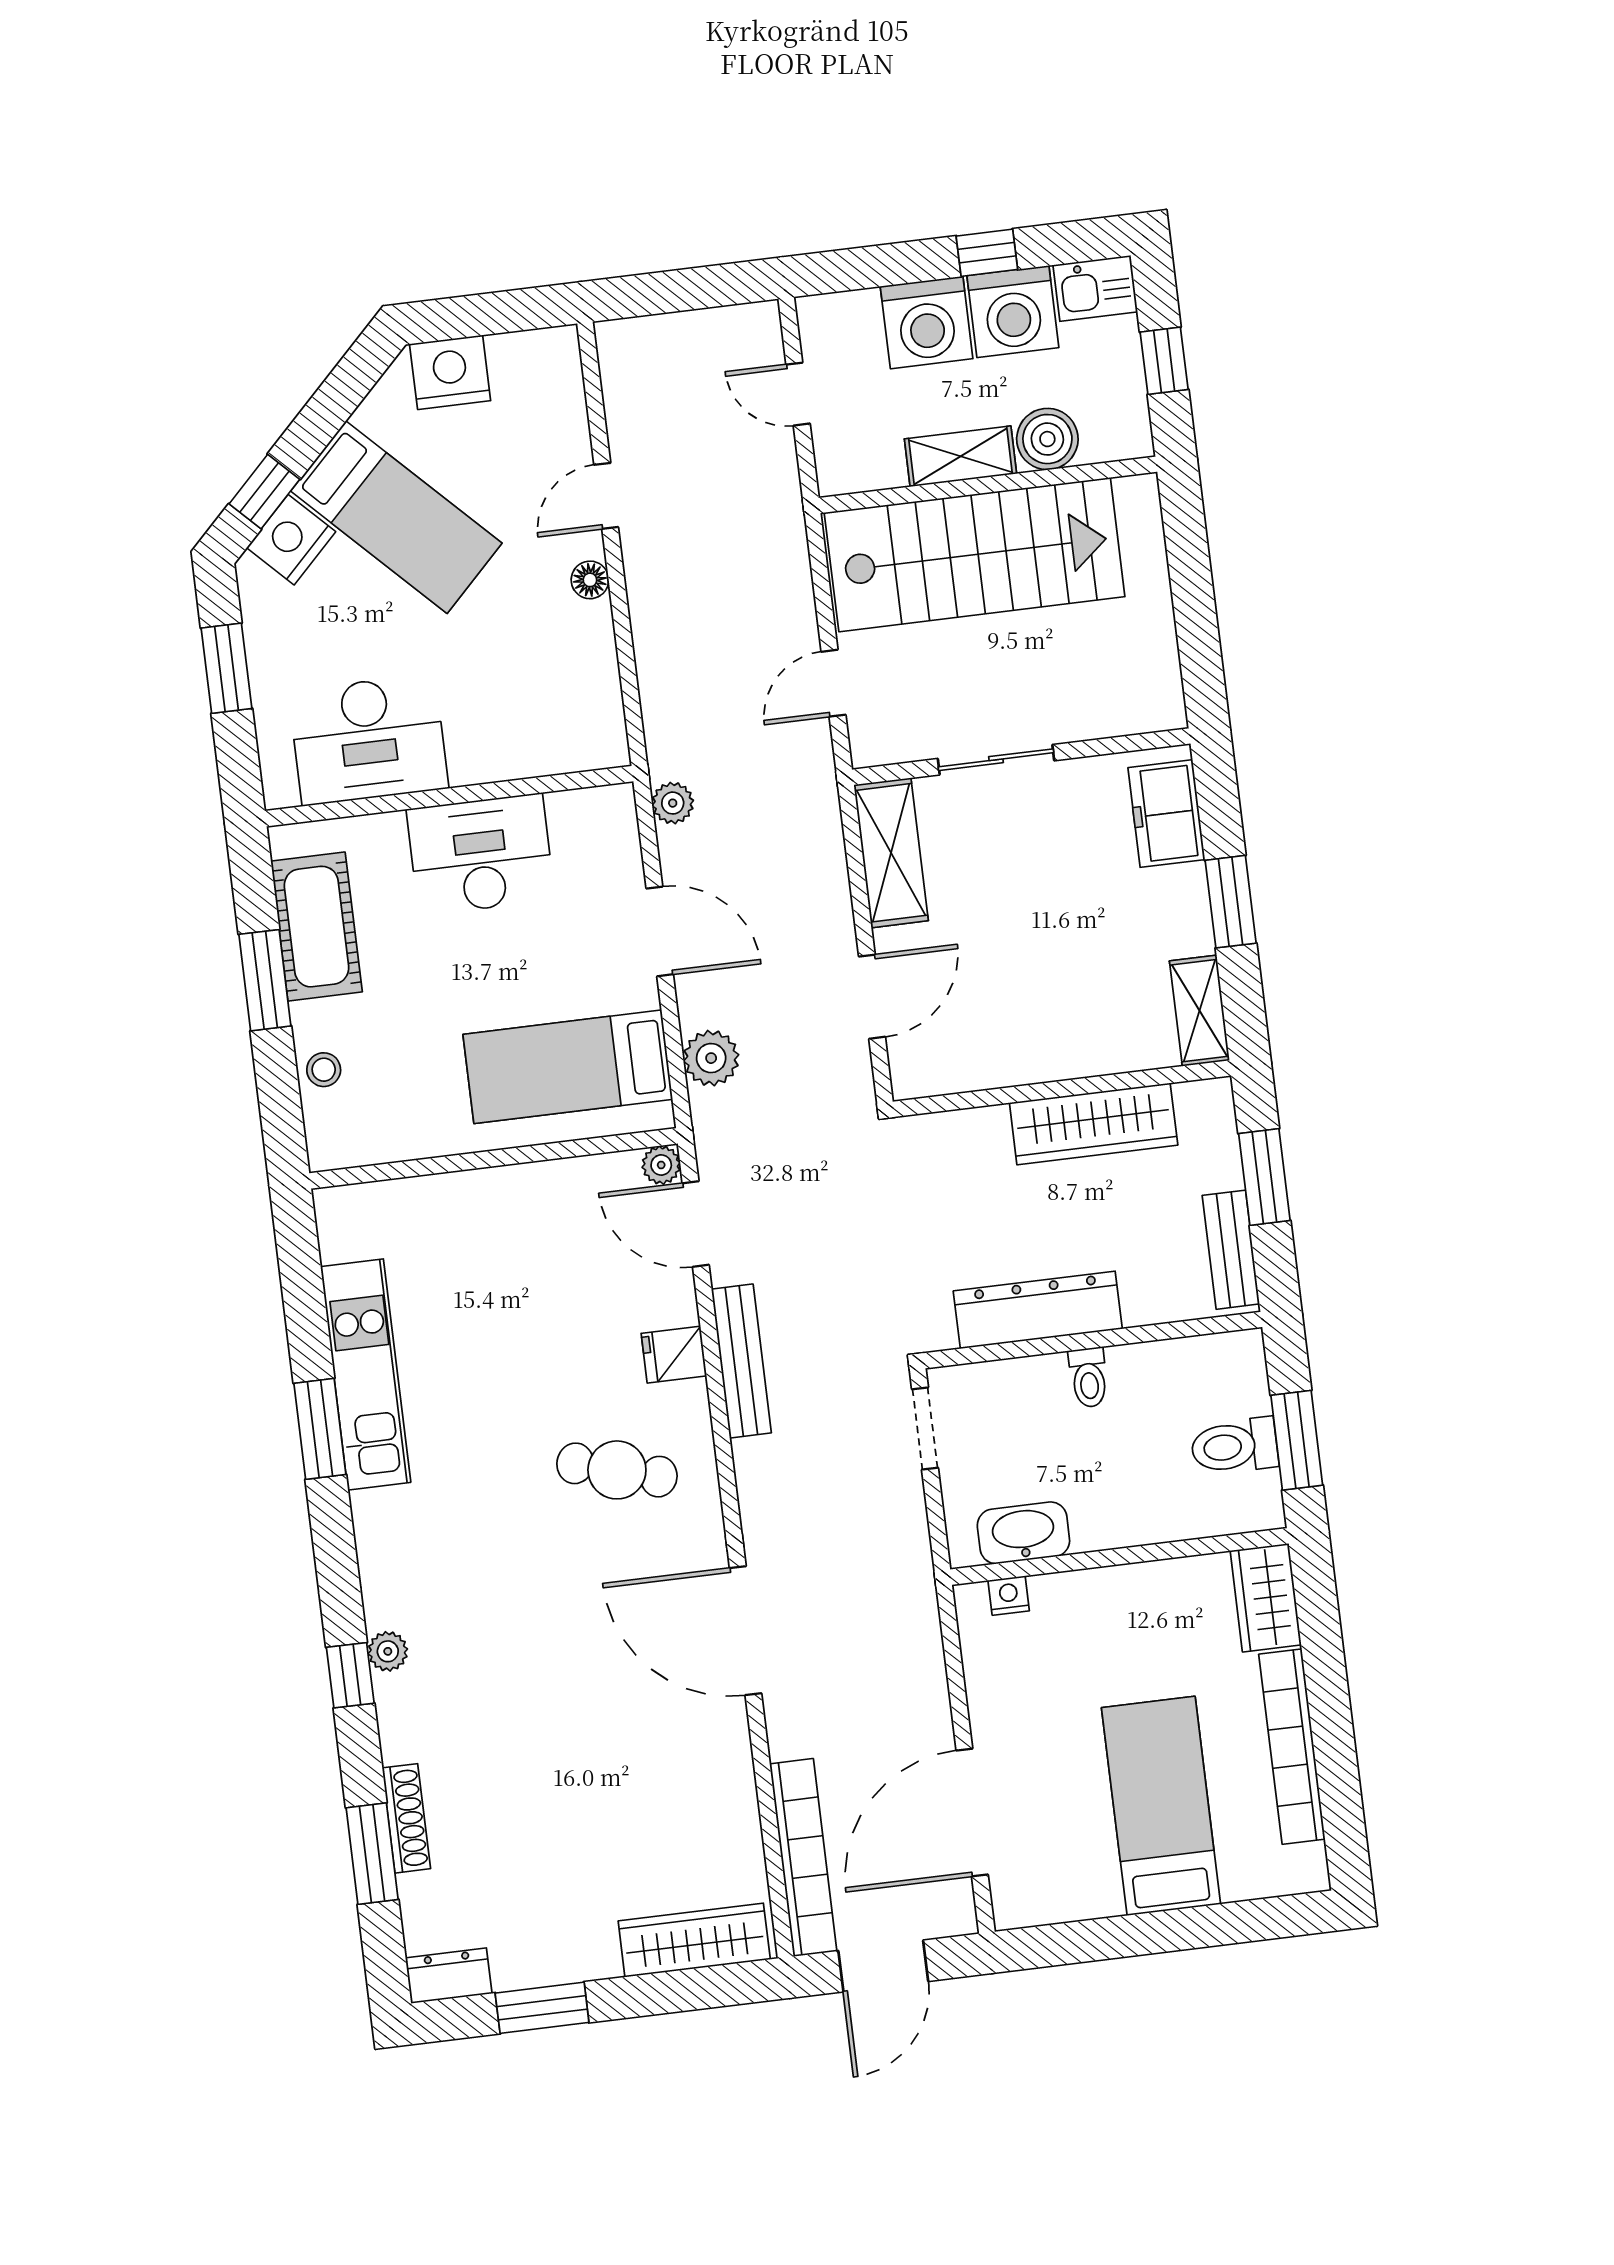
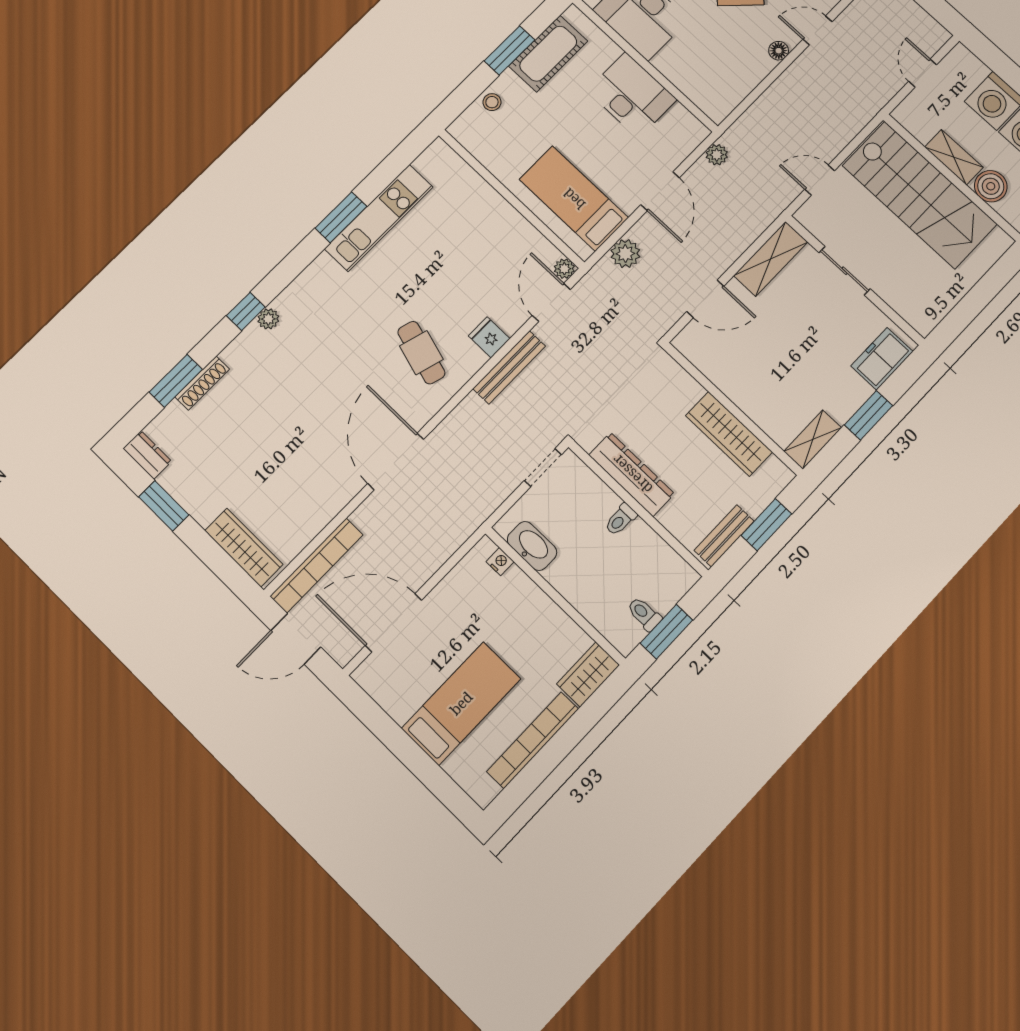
toilet: (1234, 1446) -> (644, 614), width x0.73, depth x0.72

